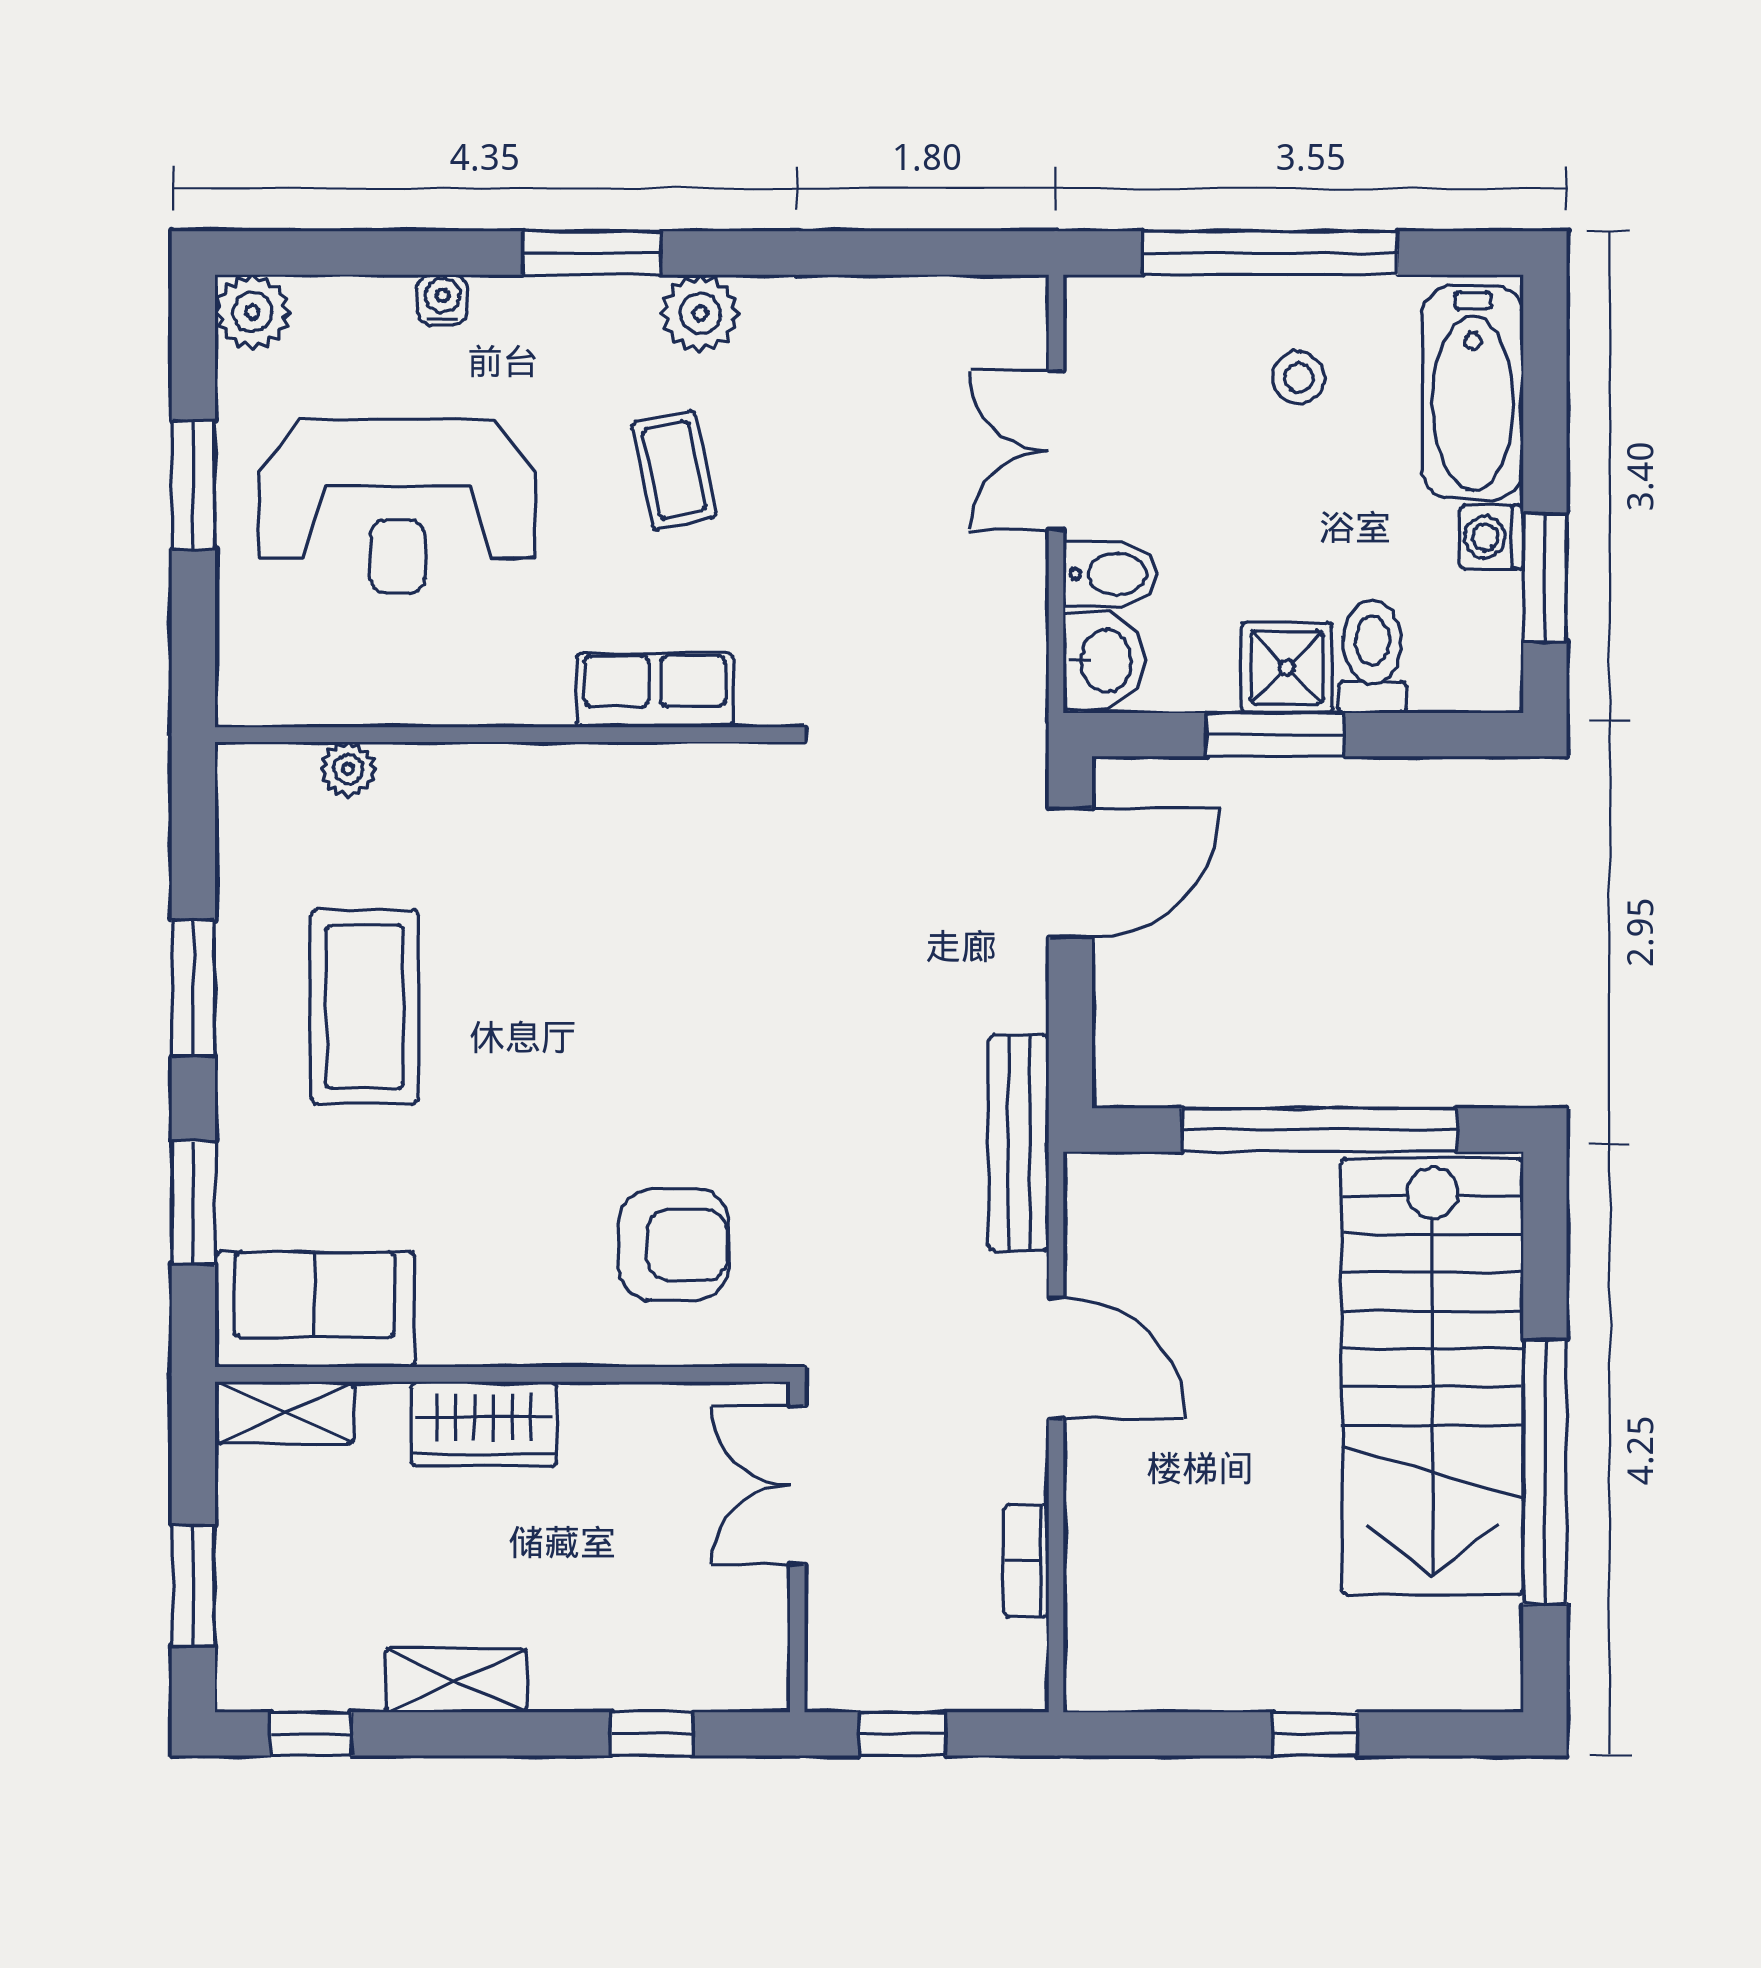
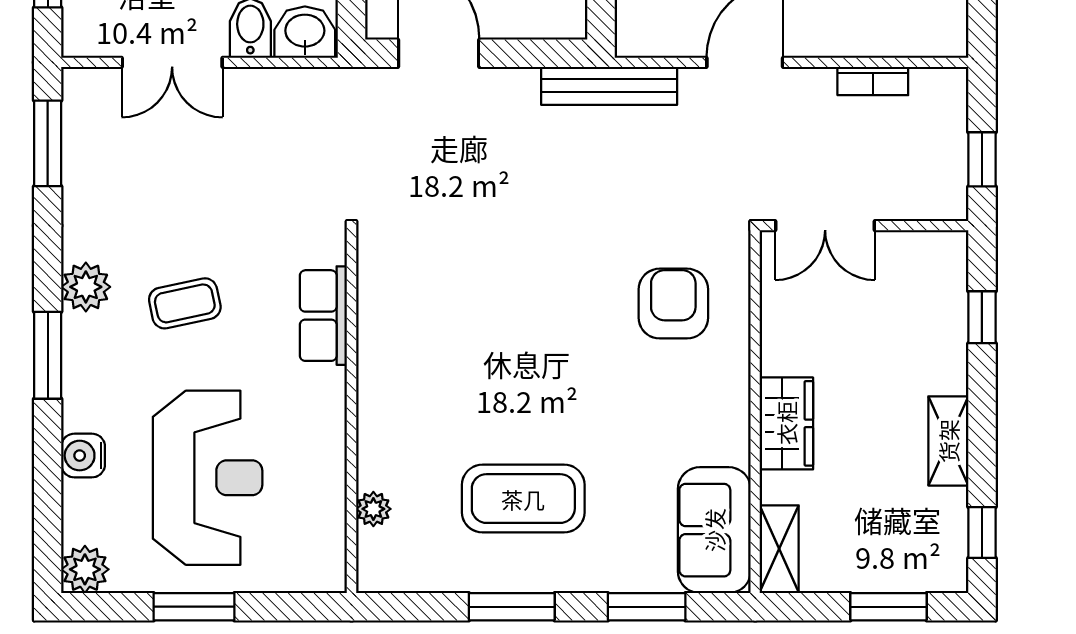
window: (928, 253) -> (48, 143), added
water cooler: (443, 300) -> (83, 456), width x1.38, depth x1.38

